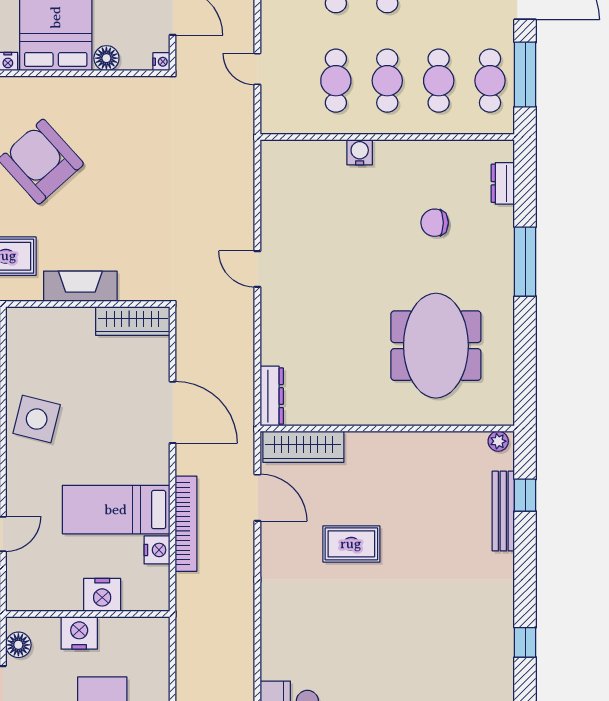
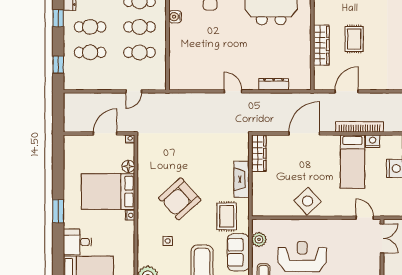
water cooler: (360, 152) -> (175, 17), moved
door: (257, 269) -> (233, 91), swing flipped
dresser: (272, 396) -> (274, 84), moved
side table: (37, 419) -> (308, 201), turned 34
wardrobe: (303, 447) -> (321, 45), moved
rug: (351, 544) -> (354, 39), moved

